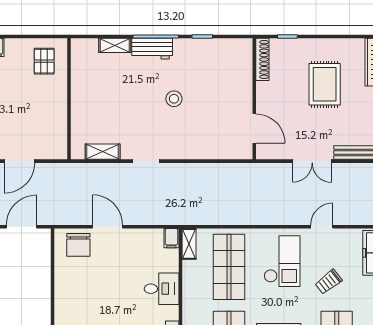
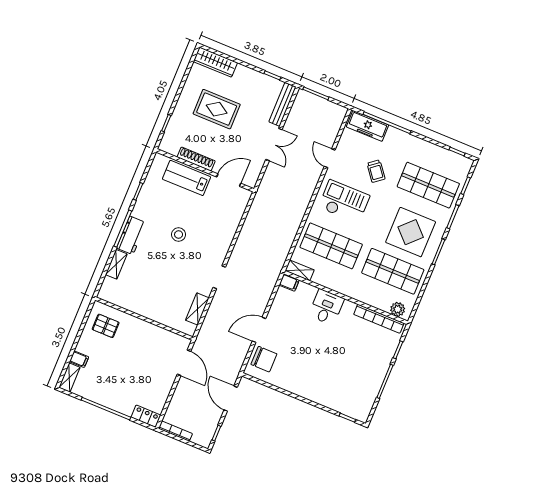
shoe rack: (262, 59) -> (196, 159), moved
lab bench: (238, 82) -> (186, 178), added
door: (19, 161) -> (184, 363), moved

